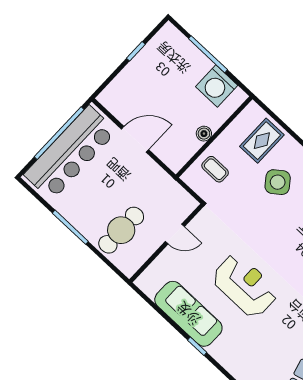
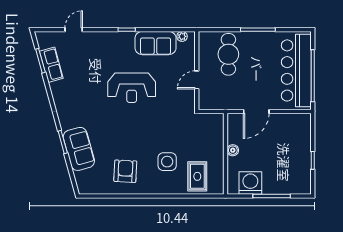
door: (135, 139) -> (256, 111), moved
coffee table: (215, 169) -> (208, 136), removed
side table: (278, 182) -> (167, 162), turned 37
plant: (150, 289) -> (182, 36), added
sofa: (188, 314) -> (156, 43), width x0.73

